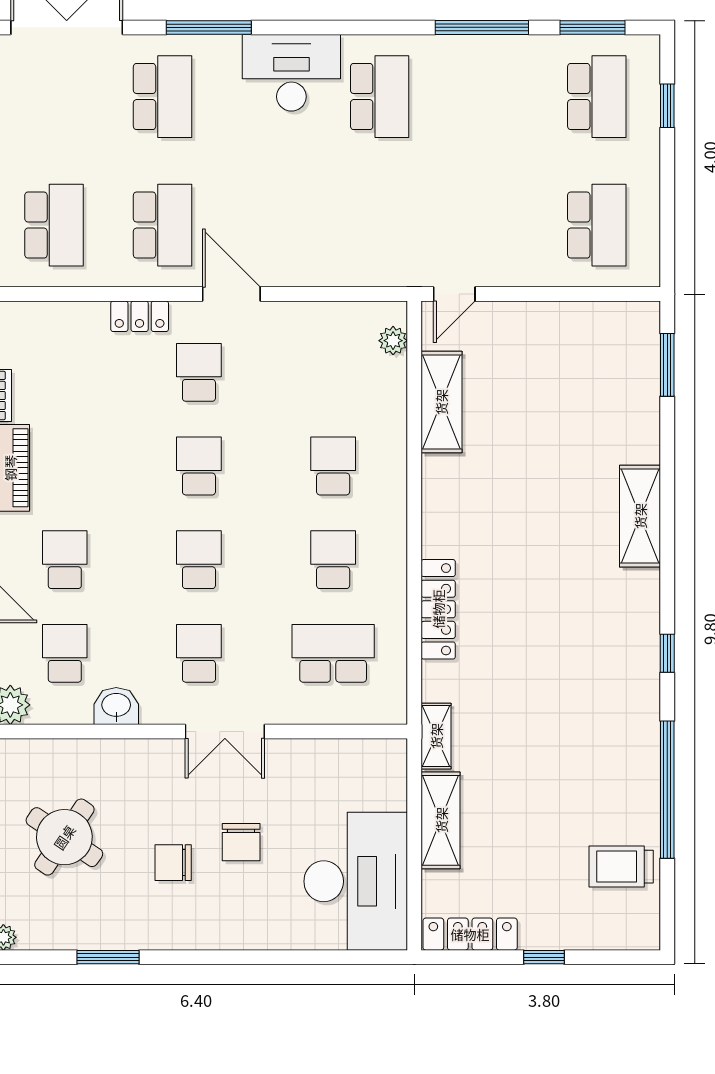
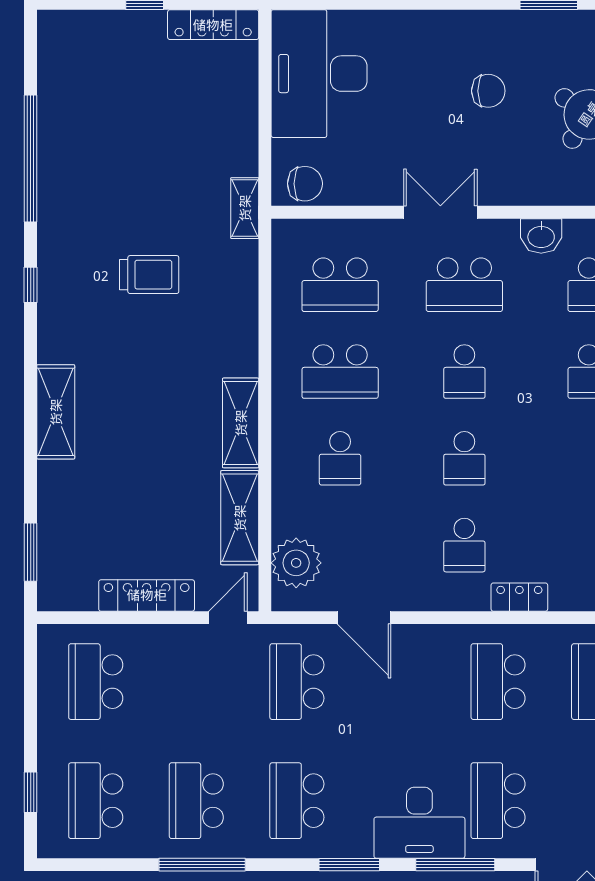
window: (593, 27) -> (349, 865), moved
desk: (291, 73) -> (419, 823), moved
school desk: (488, 97) -> (196, 801), added
school desk: (380, 225) -> (297, 682), added
door: (231, 294) -> (364, 618), moved
plant: (393, 341) -> (296, 563), width x1.87, depth x1.87
school desk: (333, 560) -> (340, 372), width x1.85
locker: (438, 609) -> (147, 595), moved, turned 90
school desk: (199, 653) -> (464, 285), width x1.85
shelving: (441, 820) -> (241, 423), moved
chair: (241, 842) -> (305, 184), moved, turned 90
trolley: (621, 867) -> (149, 275), moved

